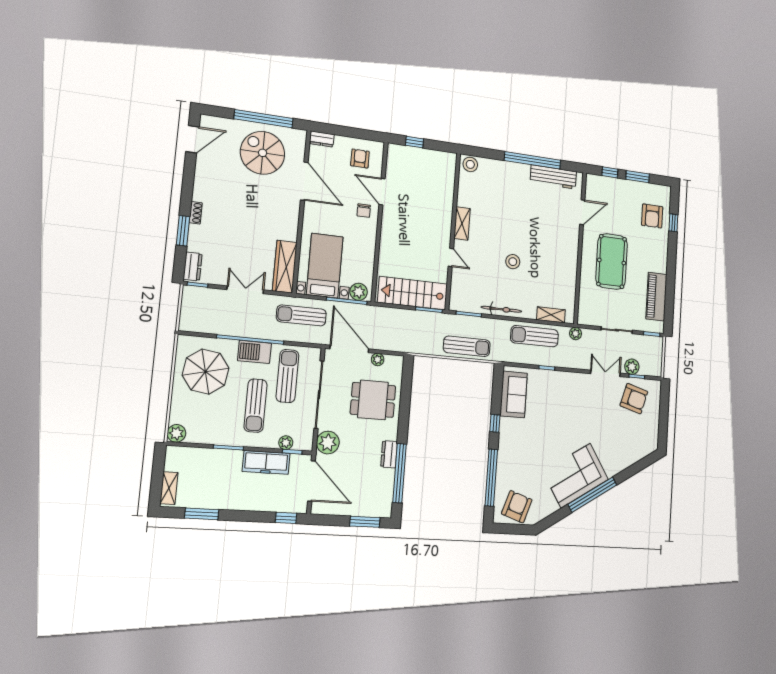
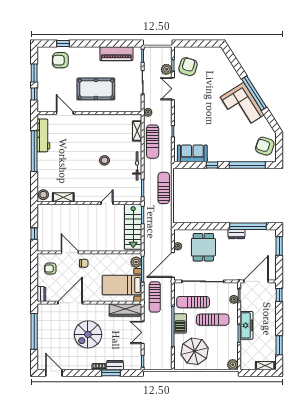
spiral stairs: (263, 153) -> (88, 334), moved
door: (382, 192) -> (70, 252), swing flipped
armchair: (652, 216) -> (60, 60), turned 180
shelving: (462, 223) -> (63, 197), moved
dresser: (193, 266) -> (115, 365), moved
plant: (328, 443) -> (232, 273), removed
freezer: (266, 462) -> (247, 325), moved

